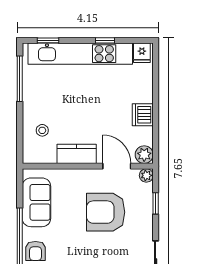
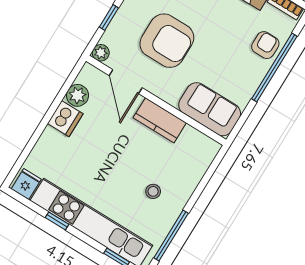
stool: (42, 130) -> (153, 191), moved
plant: (144, 155) -> (78, 95), moved
sofa: (36, 202) -> (210, 109), moved, turned 90

